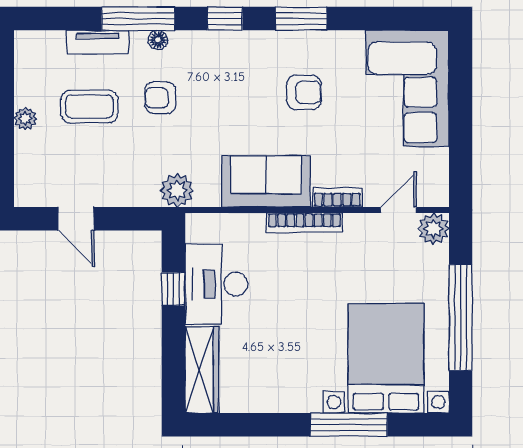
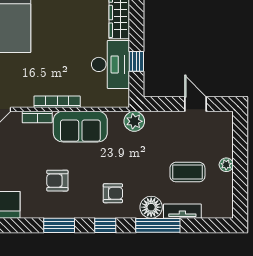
floor lamp: (158, 40) -> (151, 207), width x1.89, depth x1.89
armchair: (160, 98) -> (113, 193), moved

